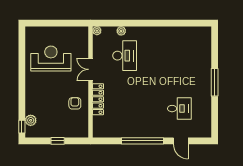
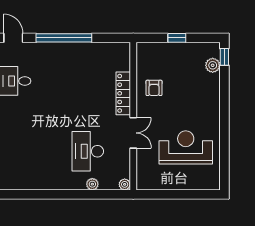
reception desk: (51, 59) -> (186, 147), turned 180

